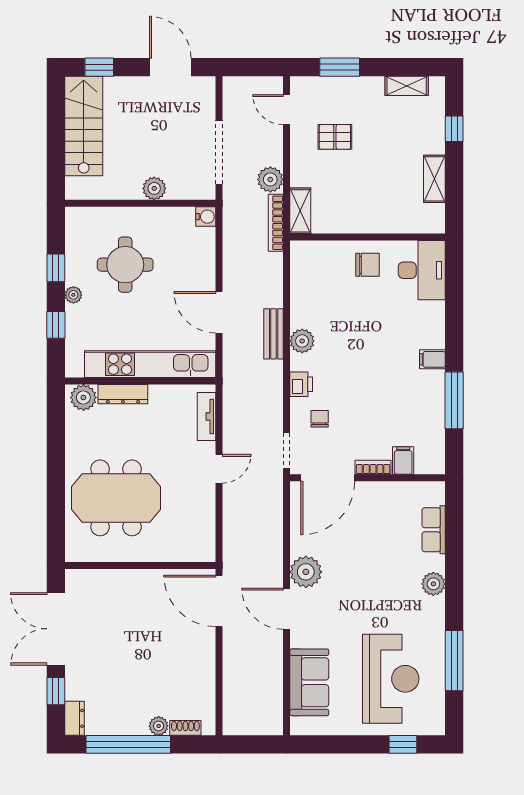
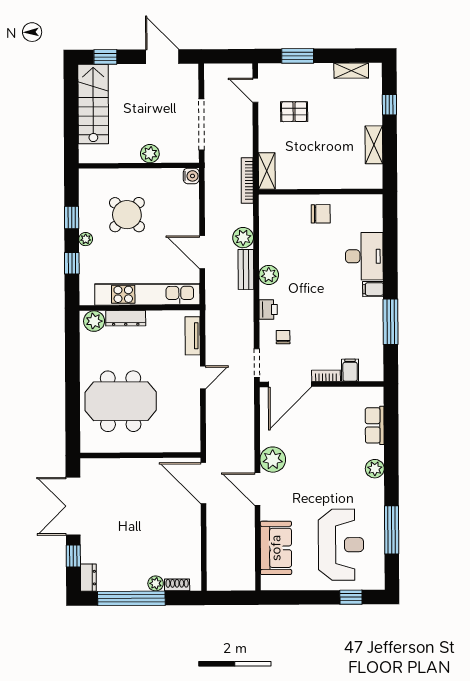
plant: (270, 179) -> (243, 238), moved
round table: (125, 265) -> (127, 215), turned 45
desk: (422, 270) -> (364, 256), moved

